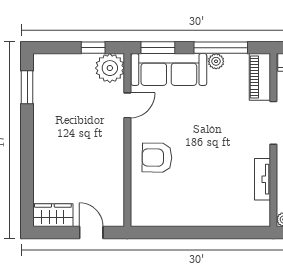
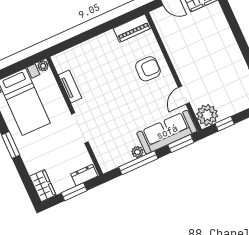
piano: (260, 77) -> (132, 28), moved, turned 90

